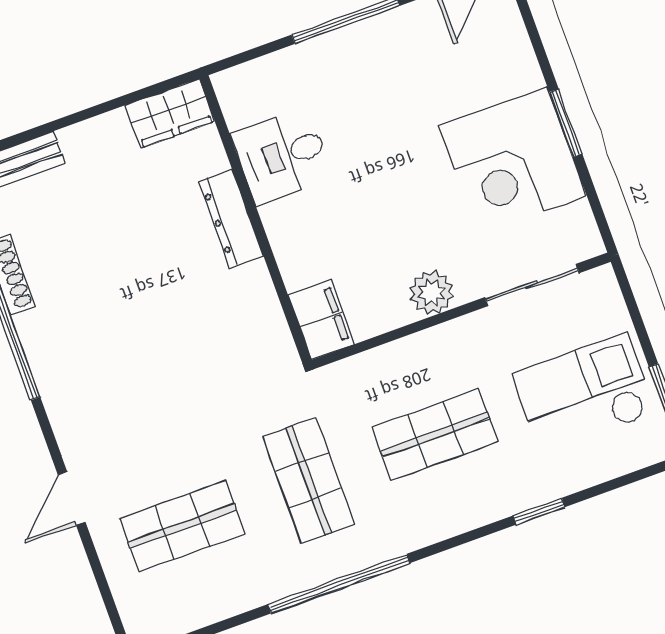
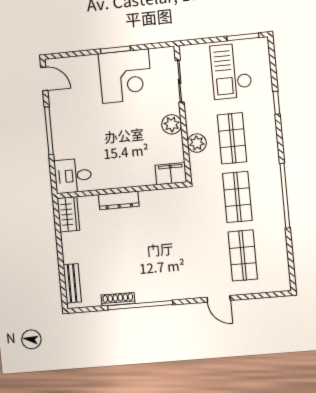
desk: (282, 156) -> (73, 176), moved, turned 90
plant: (404, 359) -> (197, 143), added
shop shelf: (309, 480) -> (237, 197), turned 90

